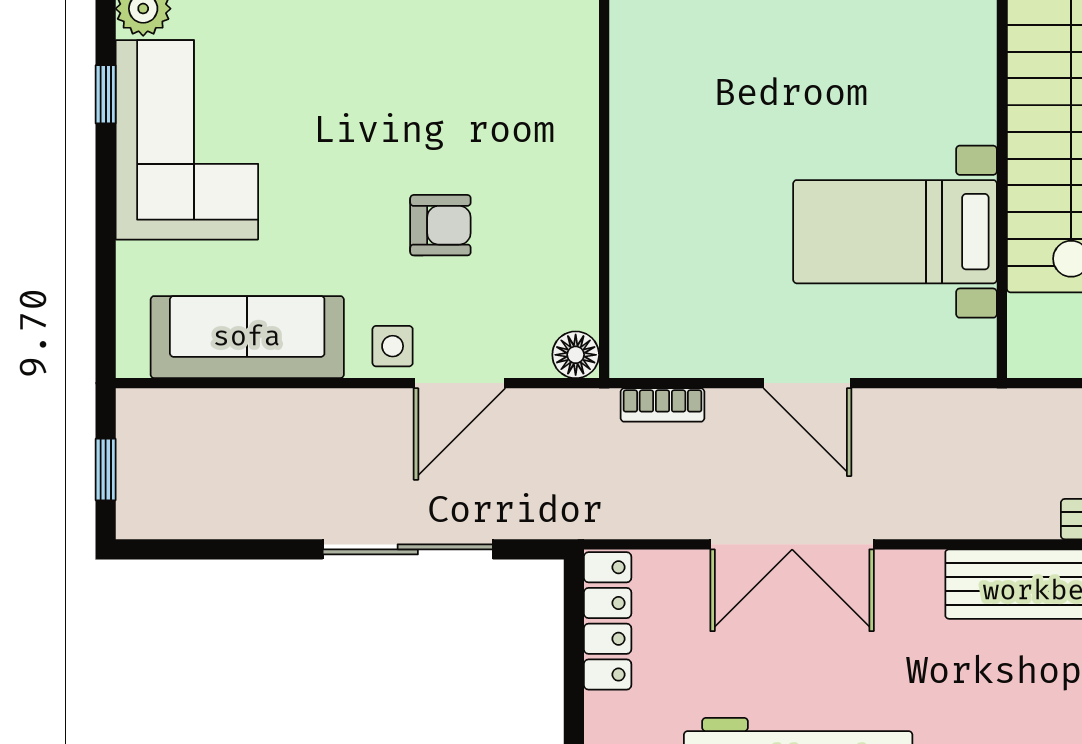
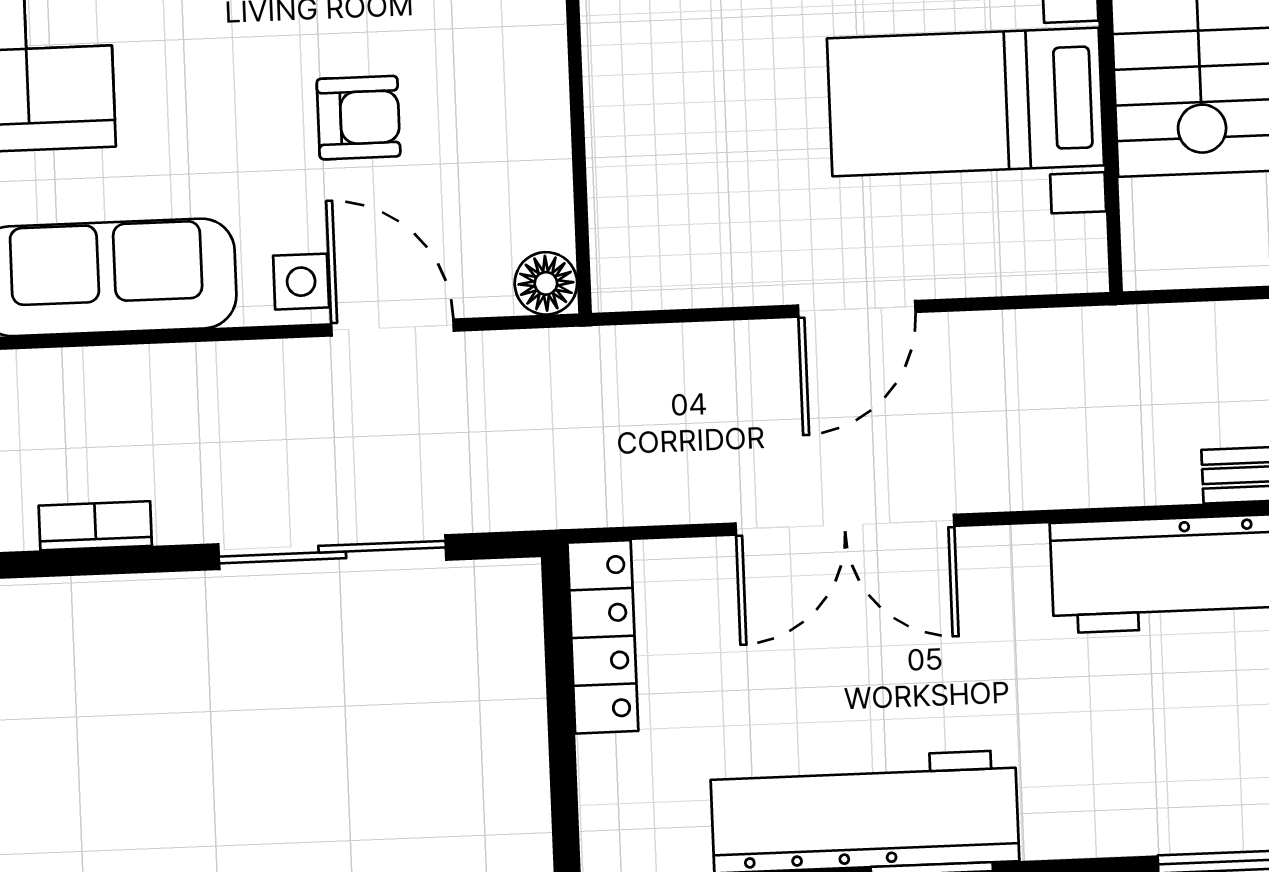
door: (460, 383) -> (392, 327), swing flipped
door: (807, 383) -> (857, 309), hinge flipped
bookcase: (663, 405) -> (95, 526), moved, turned 180

